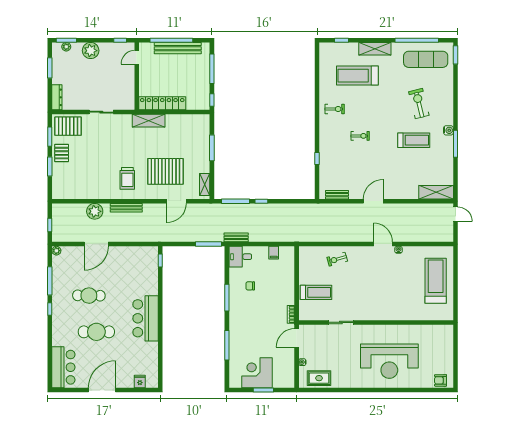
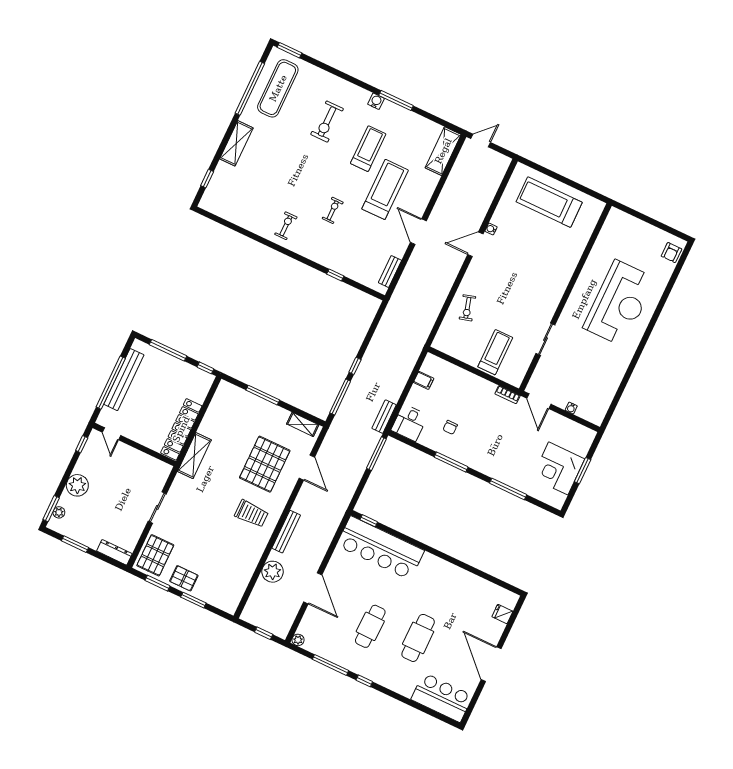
treadmill: (357, 76) -> (385, 189), moved, turned 180
exercise bike: (419, 103) -> (327, 122), turned -76
bar counter: (146, 318) -> (380, 548), moved, width x1.36
rug: (319, 378) -> (600, 397), removed

